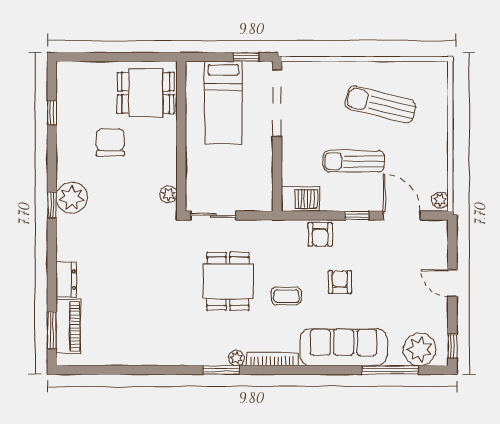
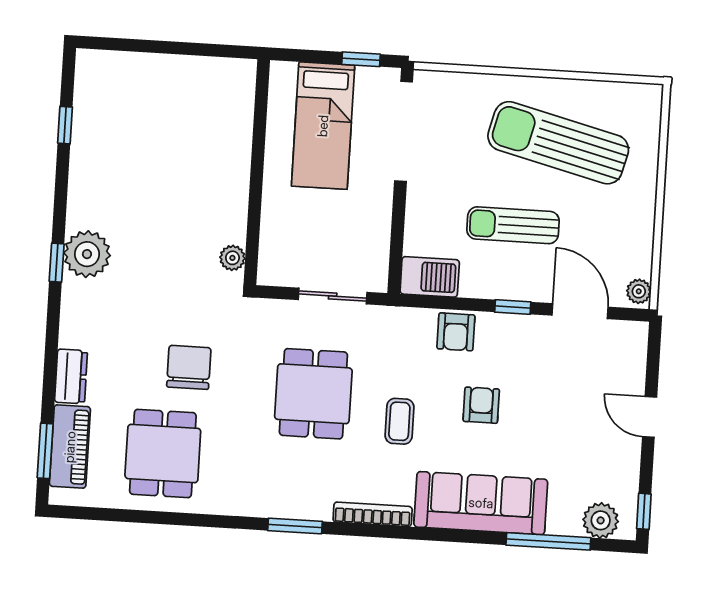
dining table: (146, 93) -> (163, 453), moved, turned 90
sun lounger: (380, 105) -> (558, 143), width x1.36, depth x1.34
chair: (110, 142) -> (189, 367), moved
sliding door: (213, 216) -> (333, 296), moved
coffee table: (286, 296) -> (399, 421), turned 90
plant: (420, 350) -> (601, 520), width x0.73, depth x0.73
plant: (237, 358) -> (319, 509), removed

